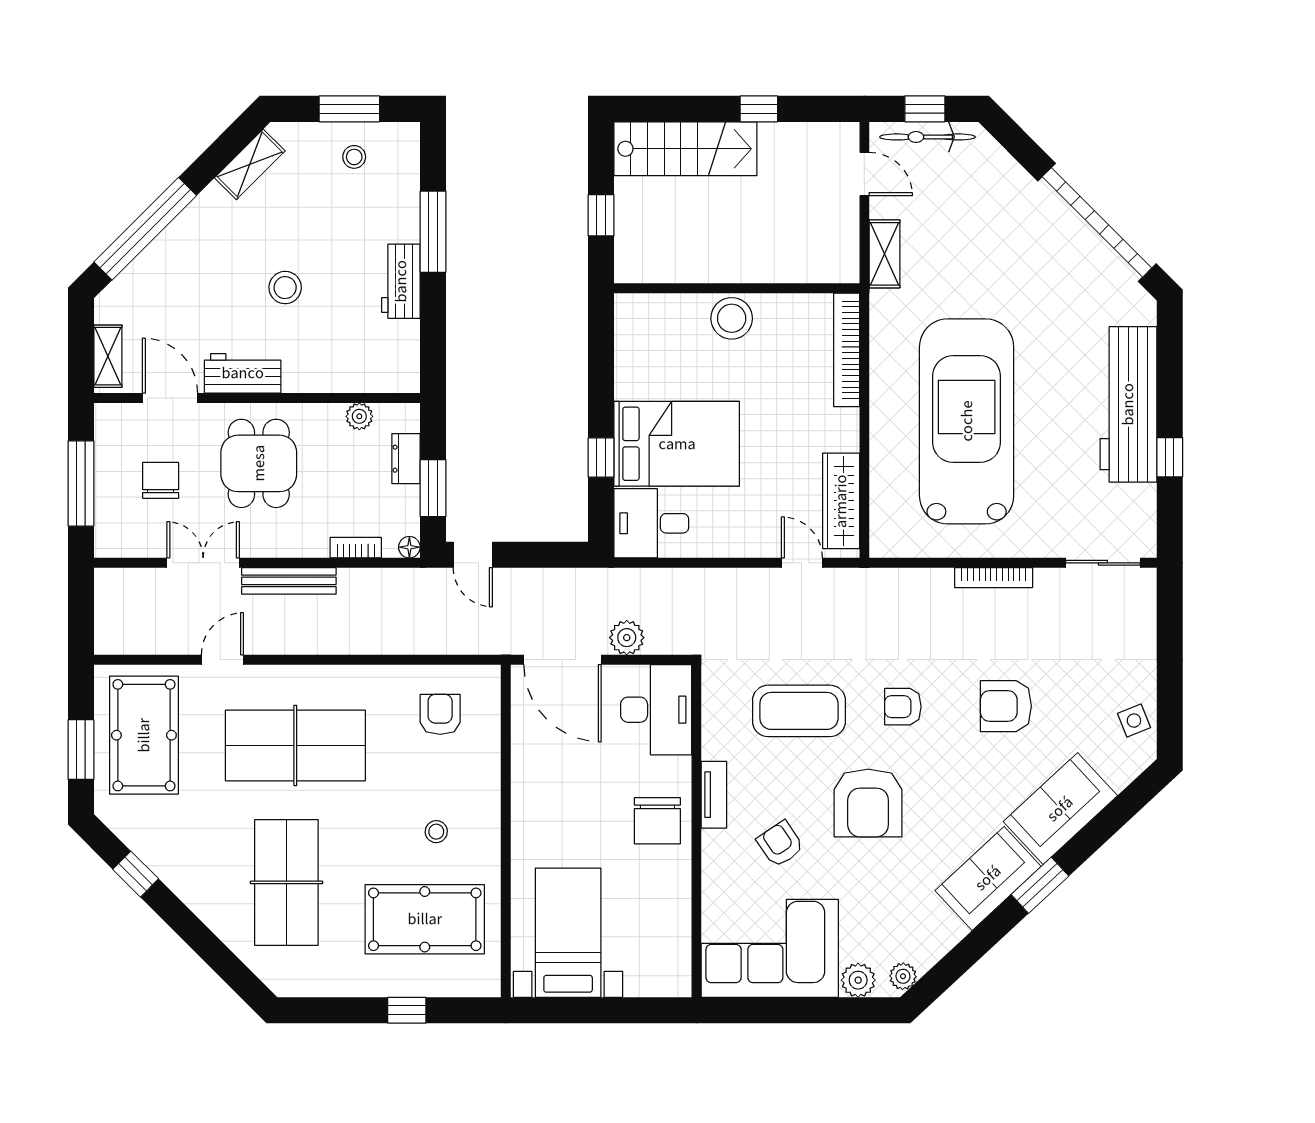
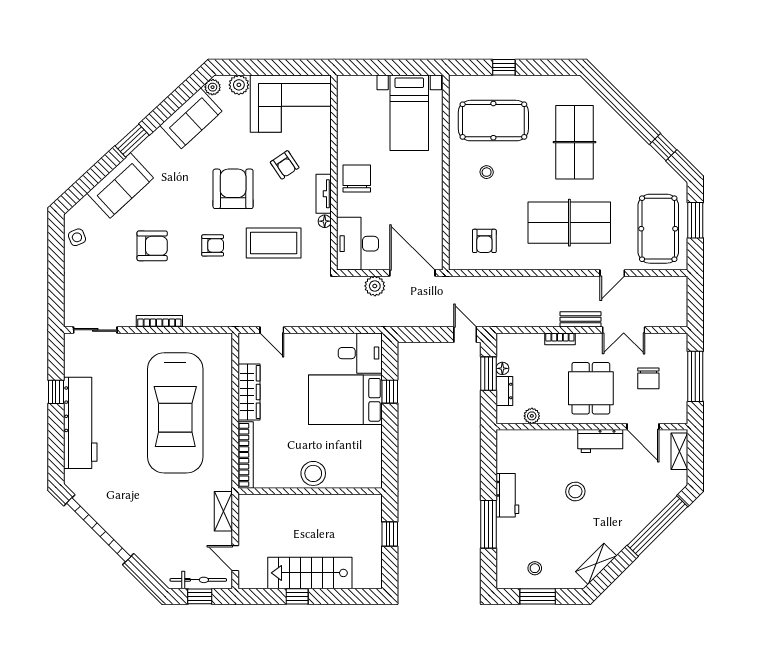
stairs: (685, 149) -> (310, 573), moved
wardrobe: (841, 501) -> (249, 392), moved
floor lamp: (409, 547) -> (502, 368), moved
bookcase: (356, 548) -> (560, 339), moved
bench: (289, 581) -> (581, 319), width x0.73
floor lamp: (712, 748) -> (325, 221), added
sofa: (988, 878) -> (191, 118), moved

